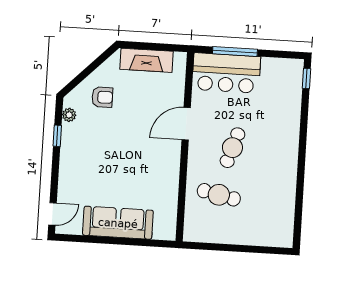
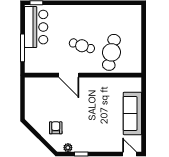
fireplace: (147, 60) -> (31, 102), removed
bar counter: (226, 73) -> (36, 27), moved
cafe table: (219, 195) -> (111, 52), width x1.37, depth x1.35

